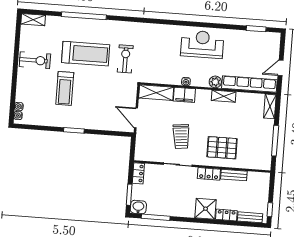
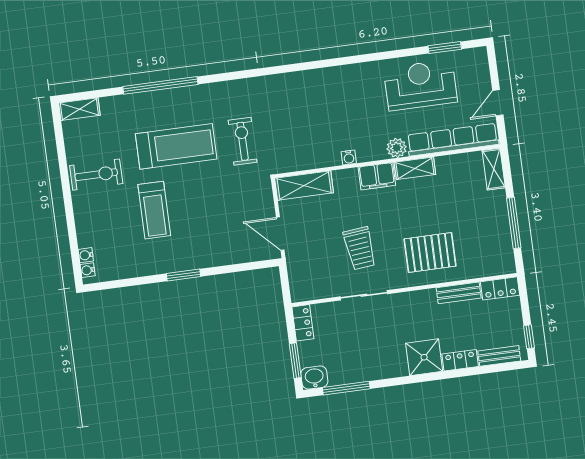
reception desk: (202, 44) -> (420, 85), moved
filing cabinet: (184, 95) -> (377, 176), moved
locker: (209, 174) -> (500, 288), moved

